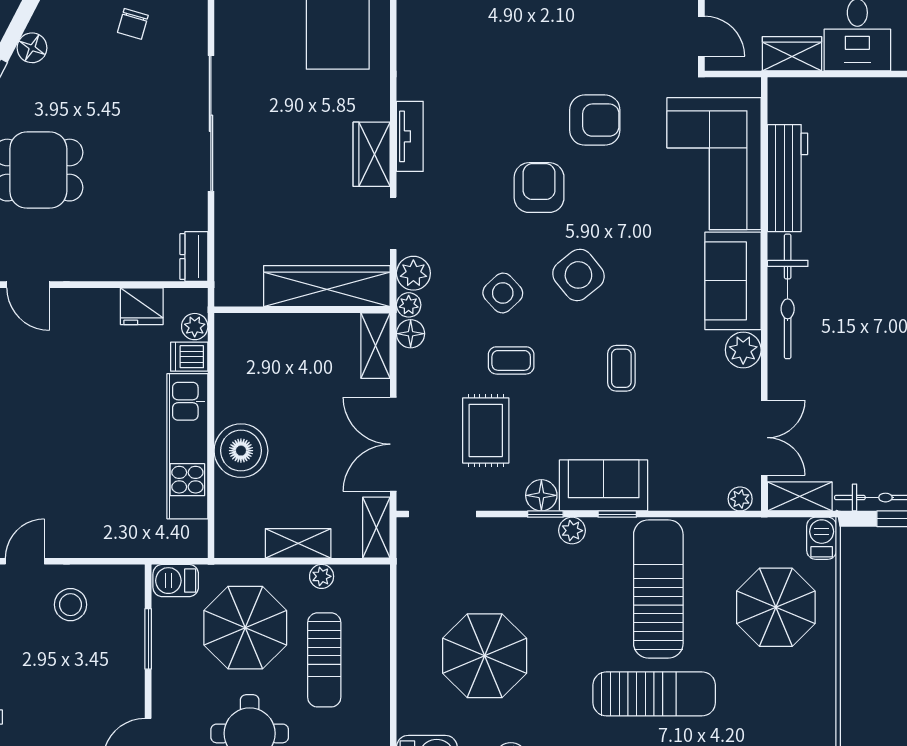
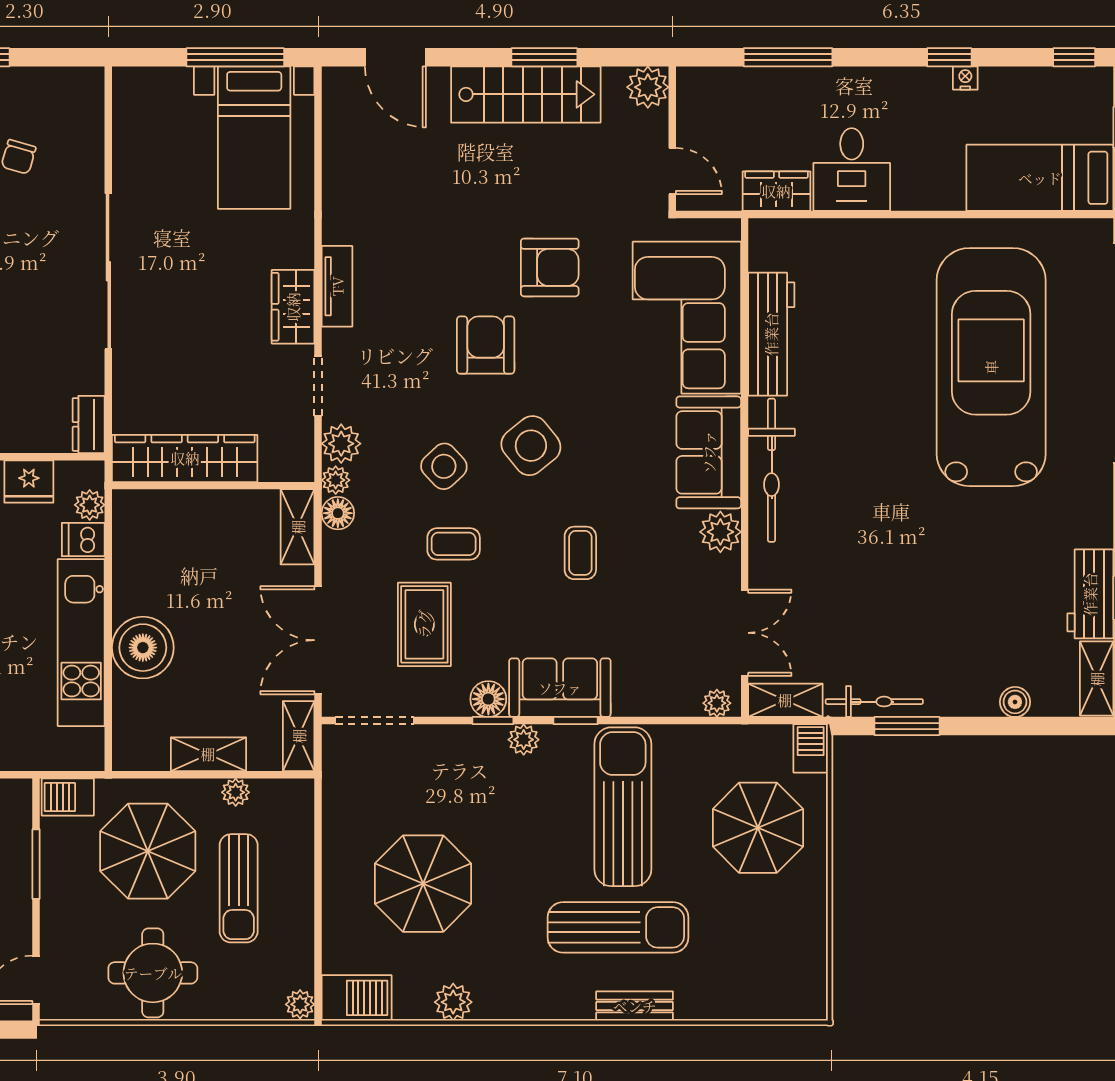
wardrobe: (327, 286) -> (185, 458), moved

